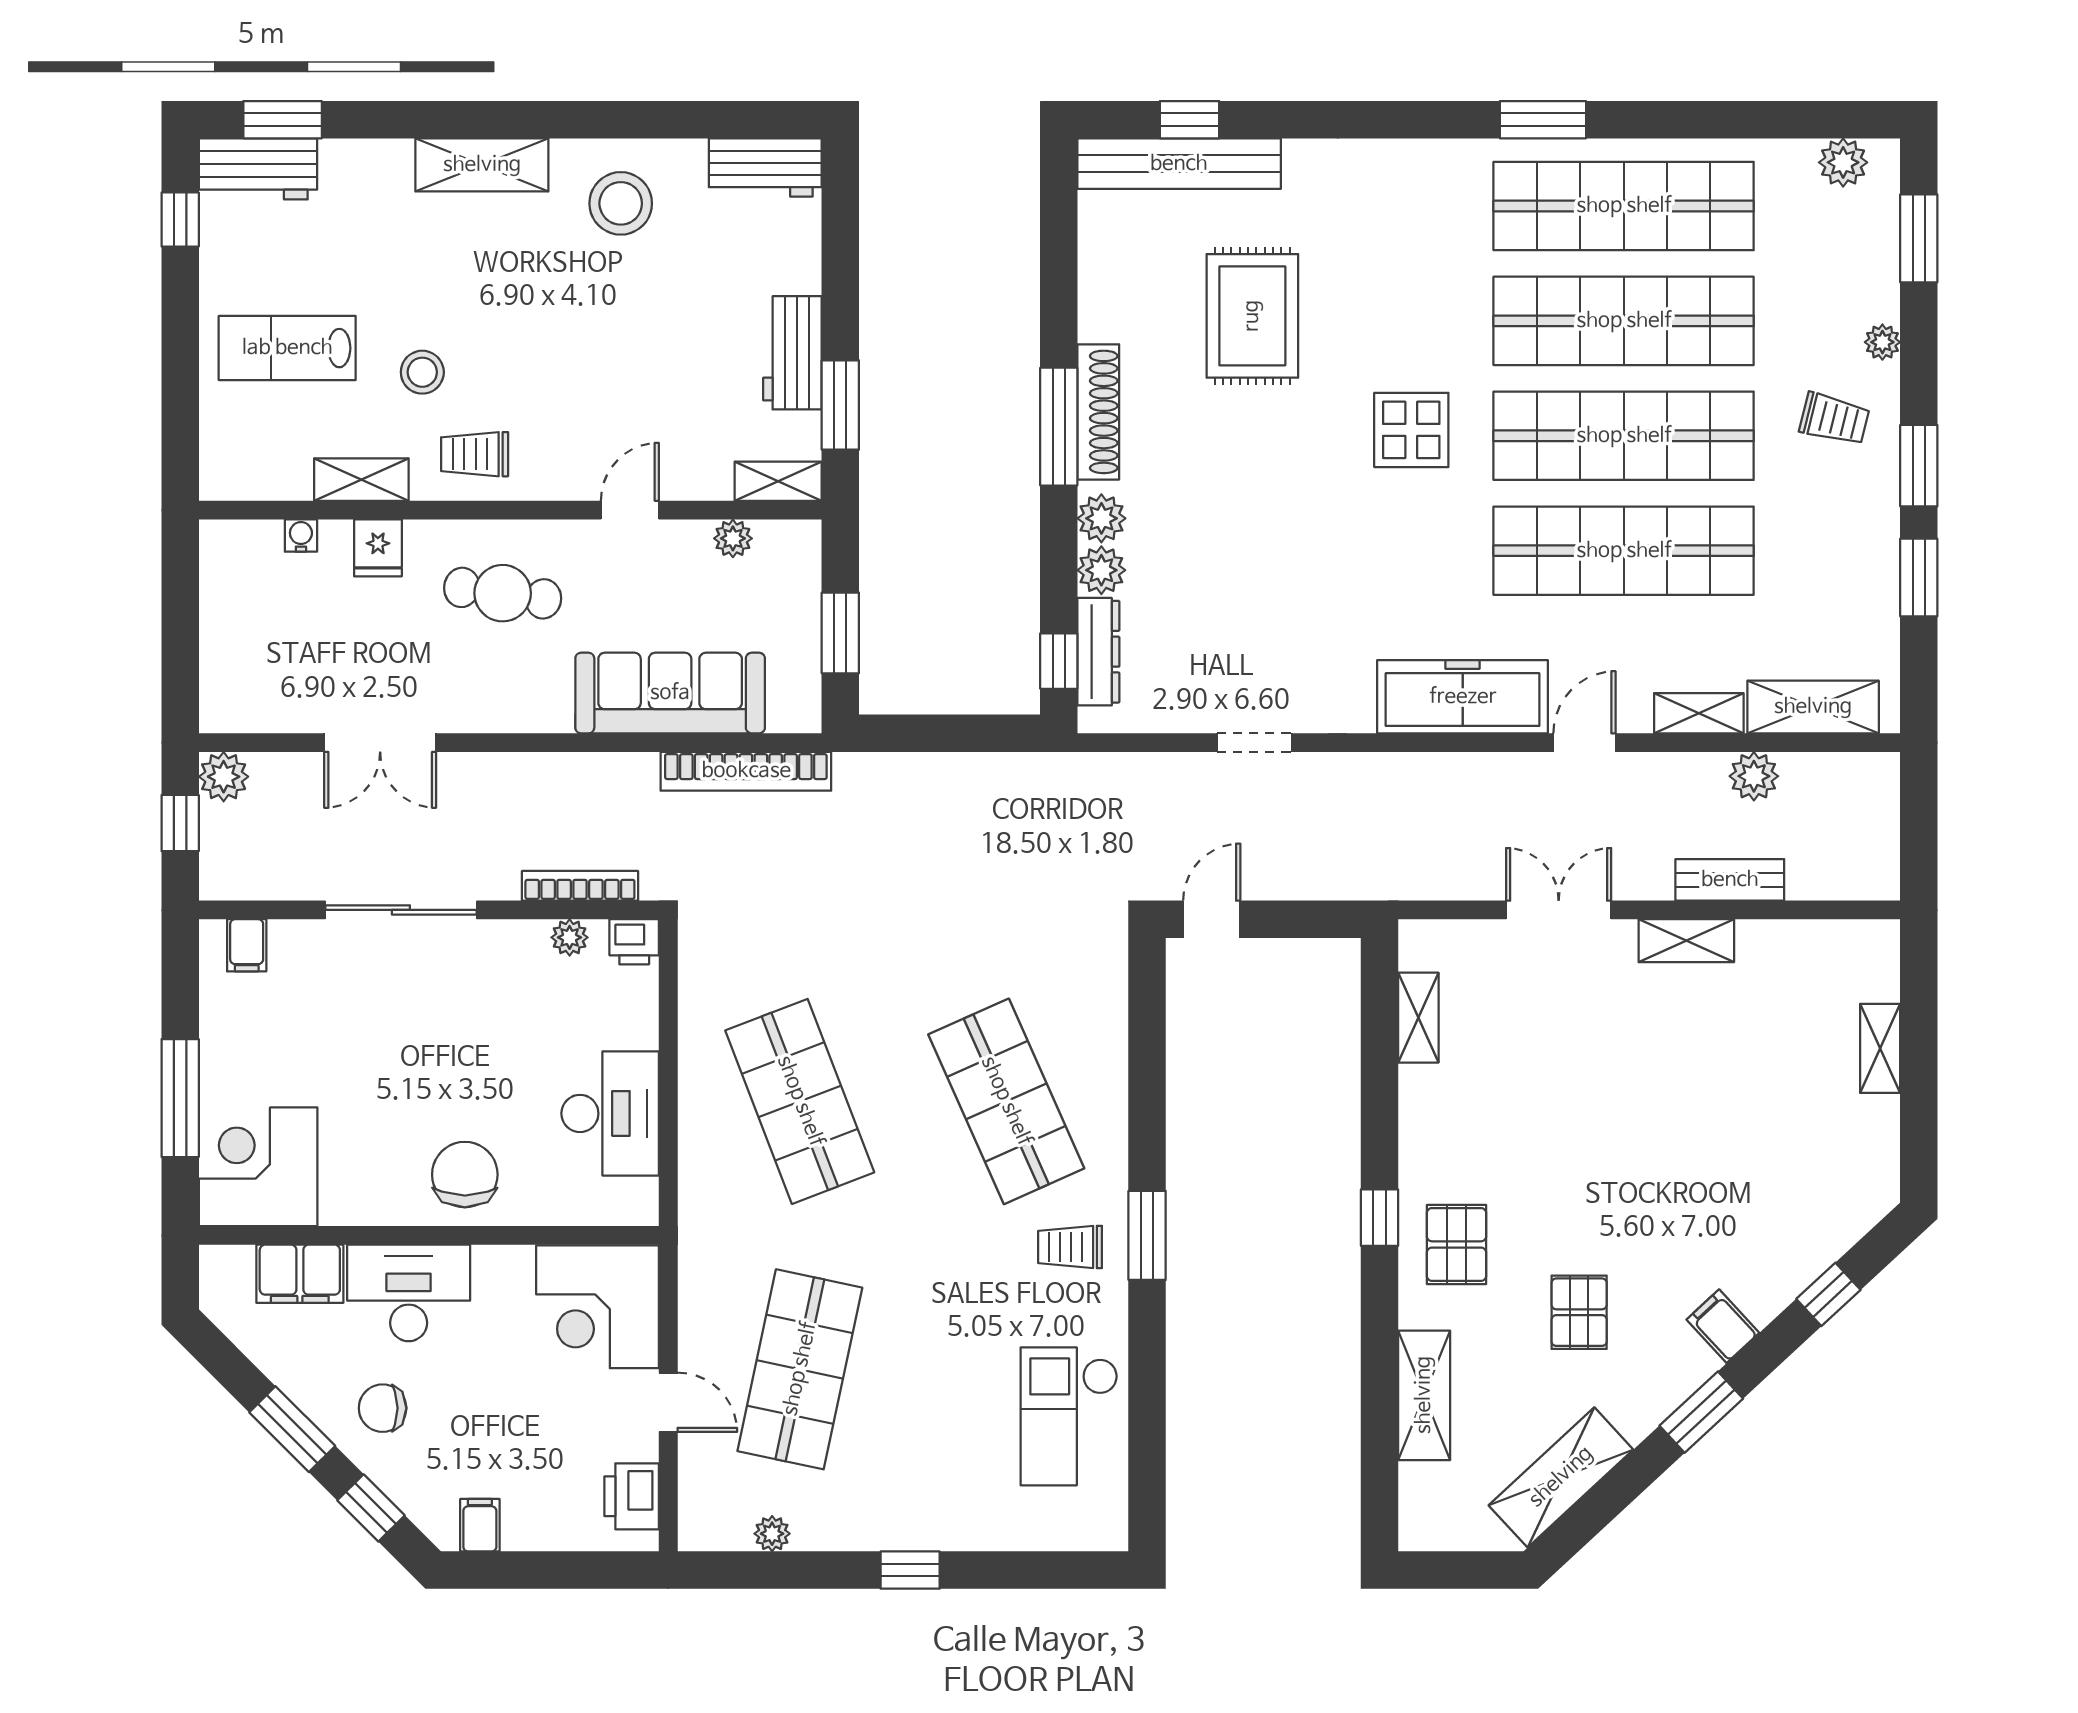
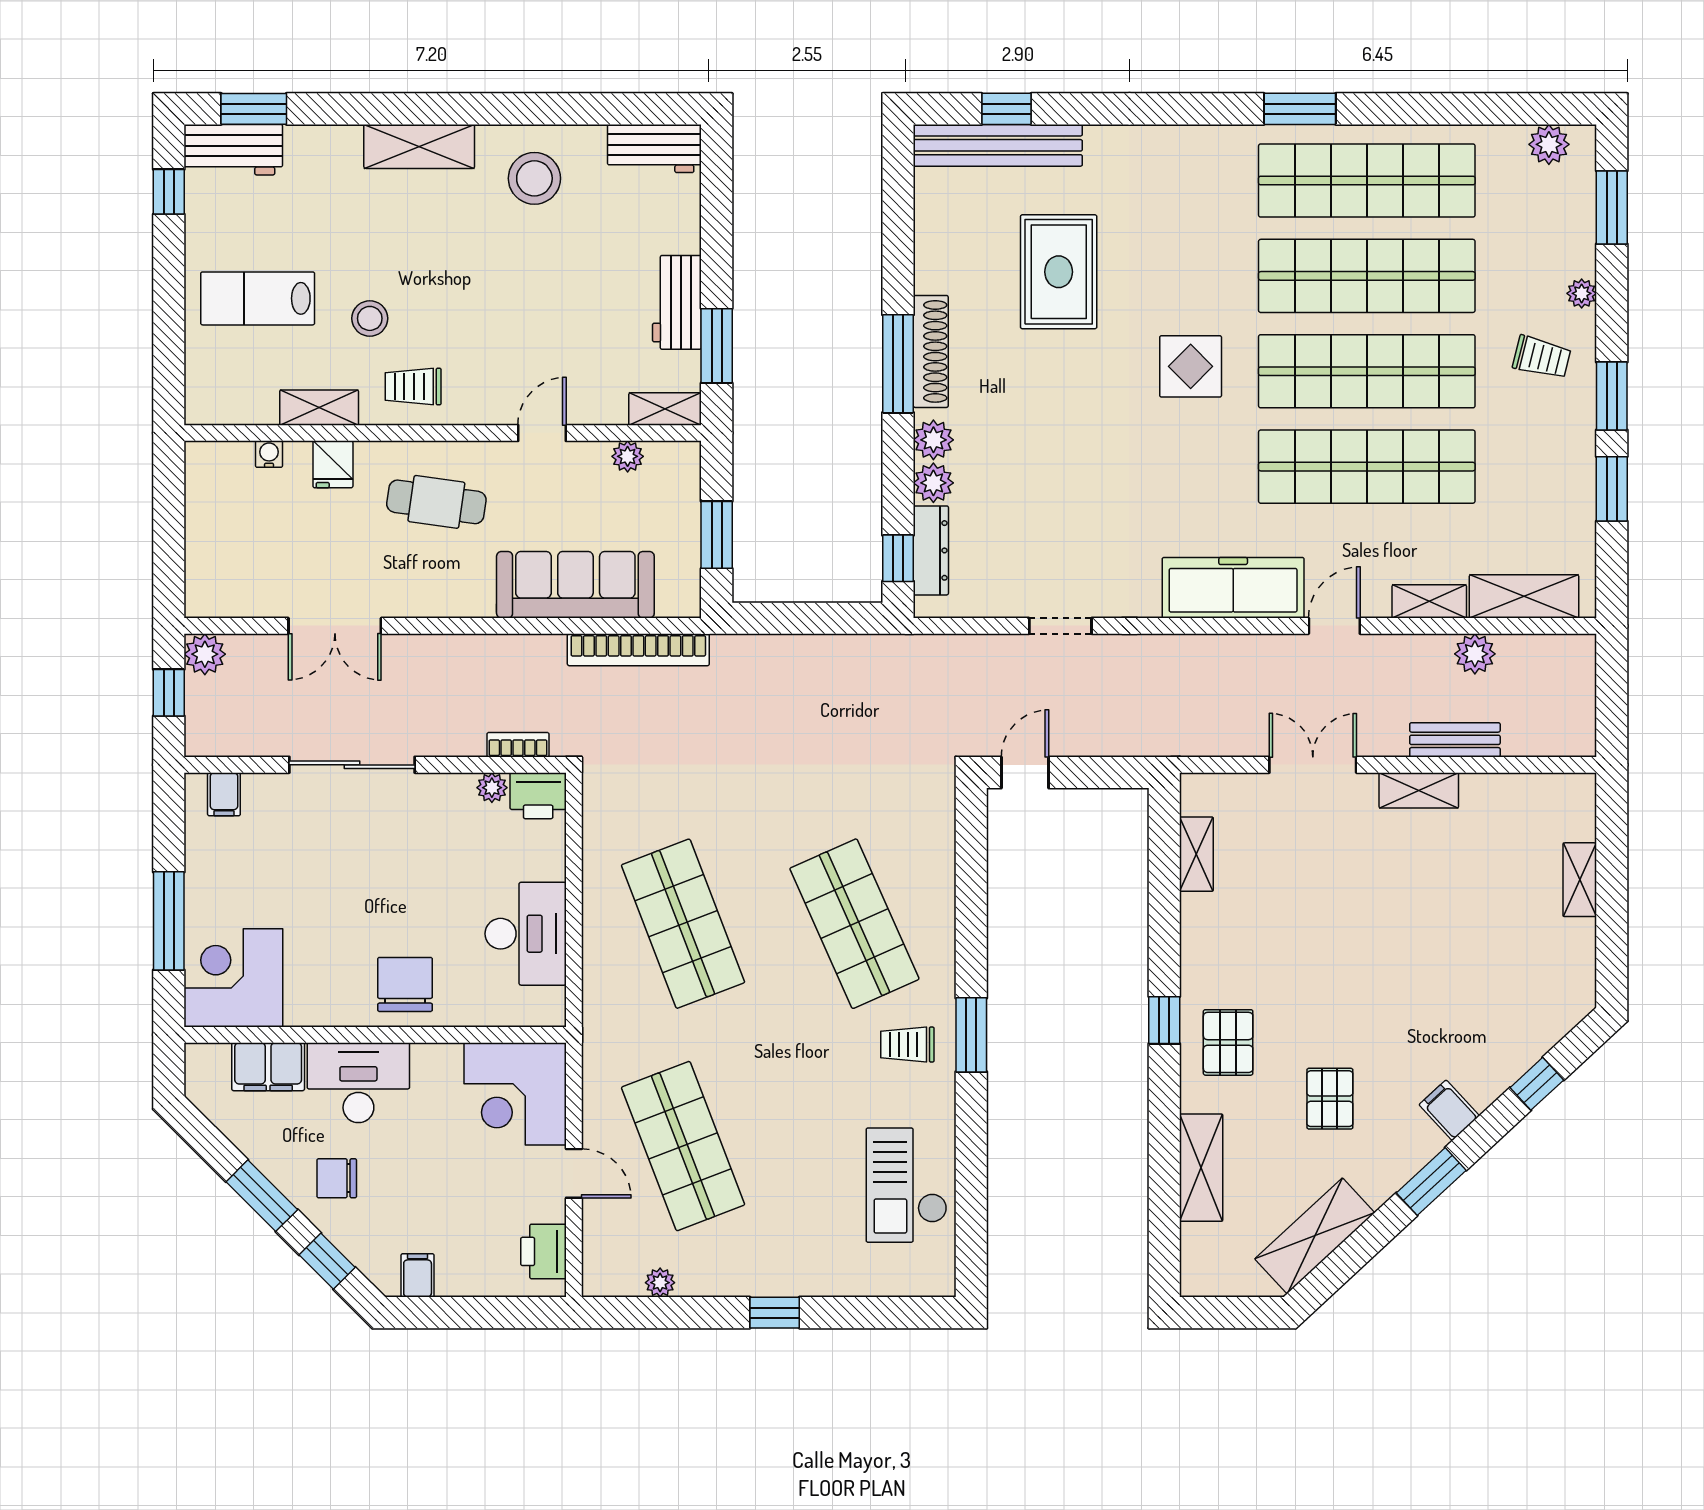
bookcase: (580, 886) -> (518, 745), width x0.64
printer: (634, 942) -> (538, 796), width x1.36, depth x1.24
shop shelf: (800, 1369) -> (683, 1146), turned -33

